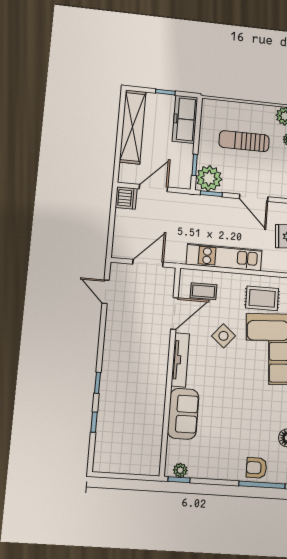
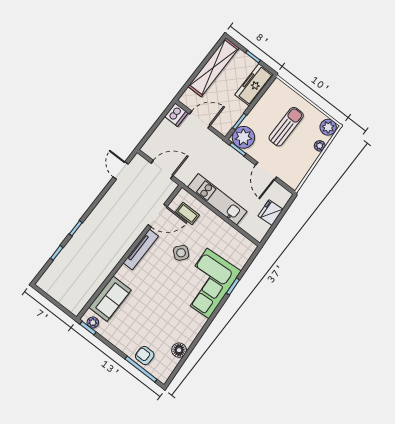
sun lounger: (244, 141) -> (286, 127), turned 90
rug: (262, 298) -> (225, 245), removed
sofa: (183, 414) -> (110, 299), moved

